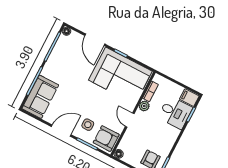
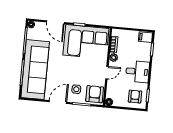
sofa: (40, 97) -> (35, 70), width x1.85, depth x1.27
desk: (175, 113) -> (138, 72), moved
door: (130, 120) -> (107, 73), swing flipped
armchair: (106, 139) -> (95, 94), turned 90

